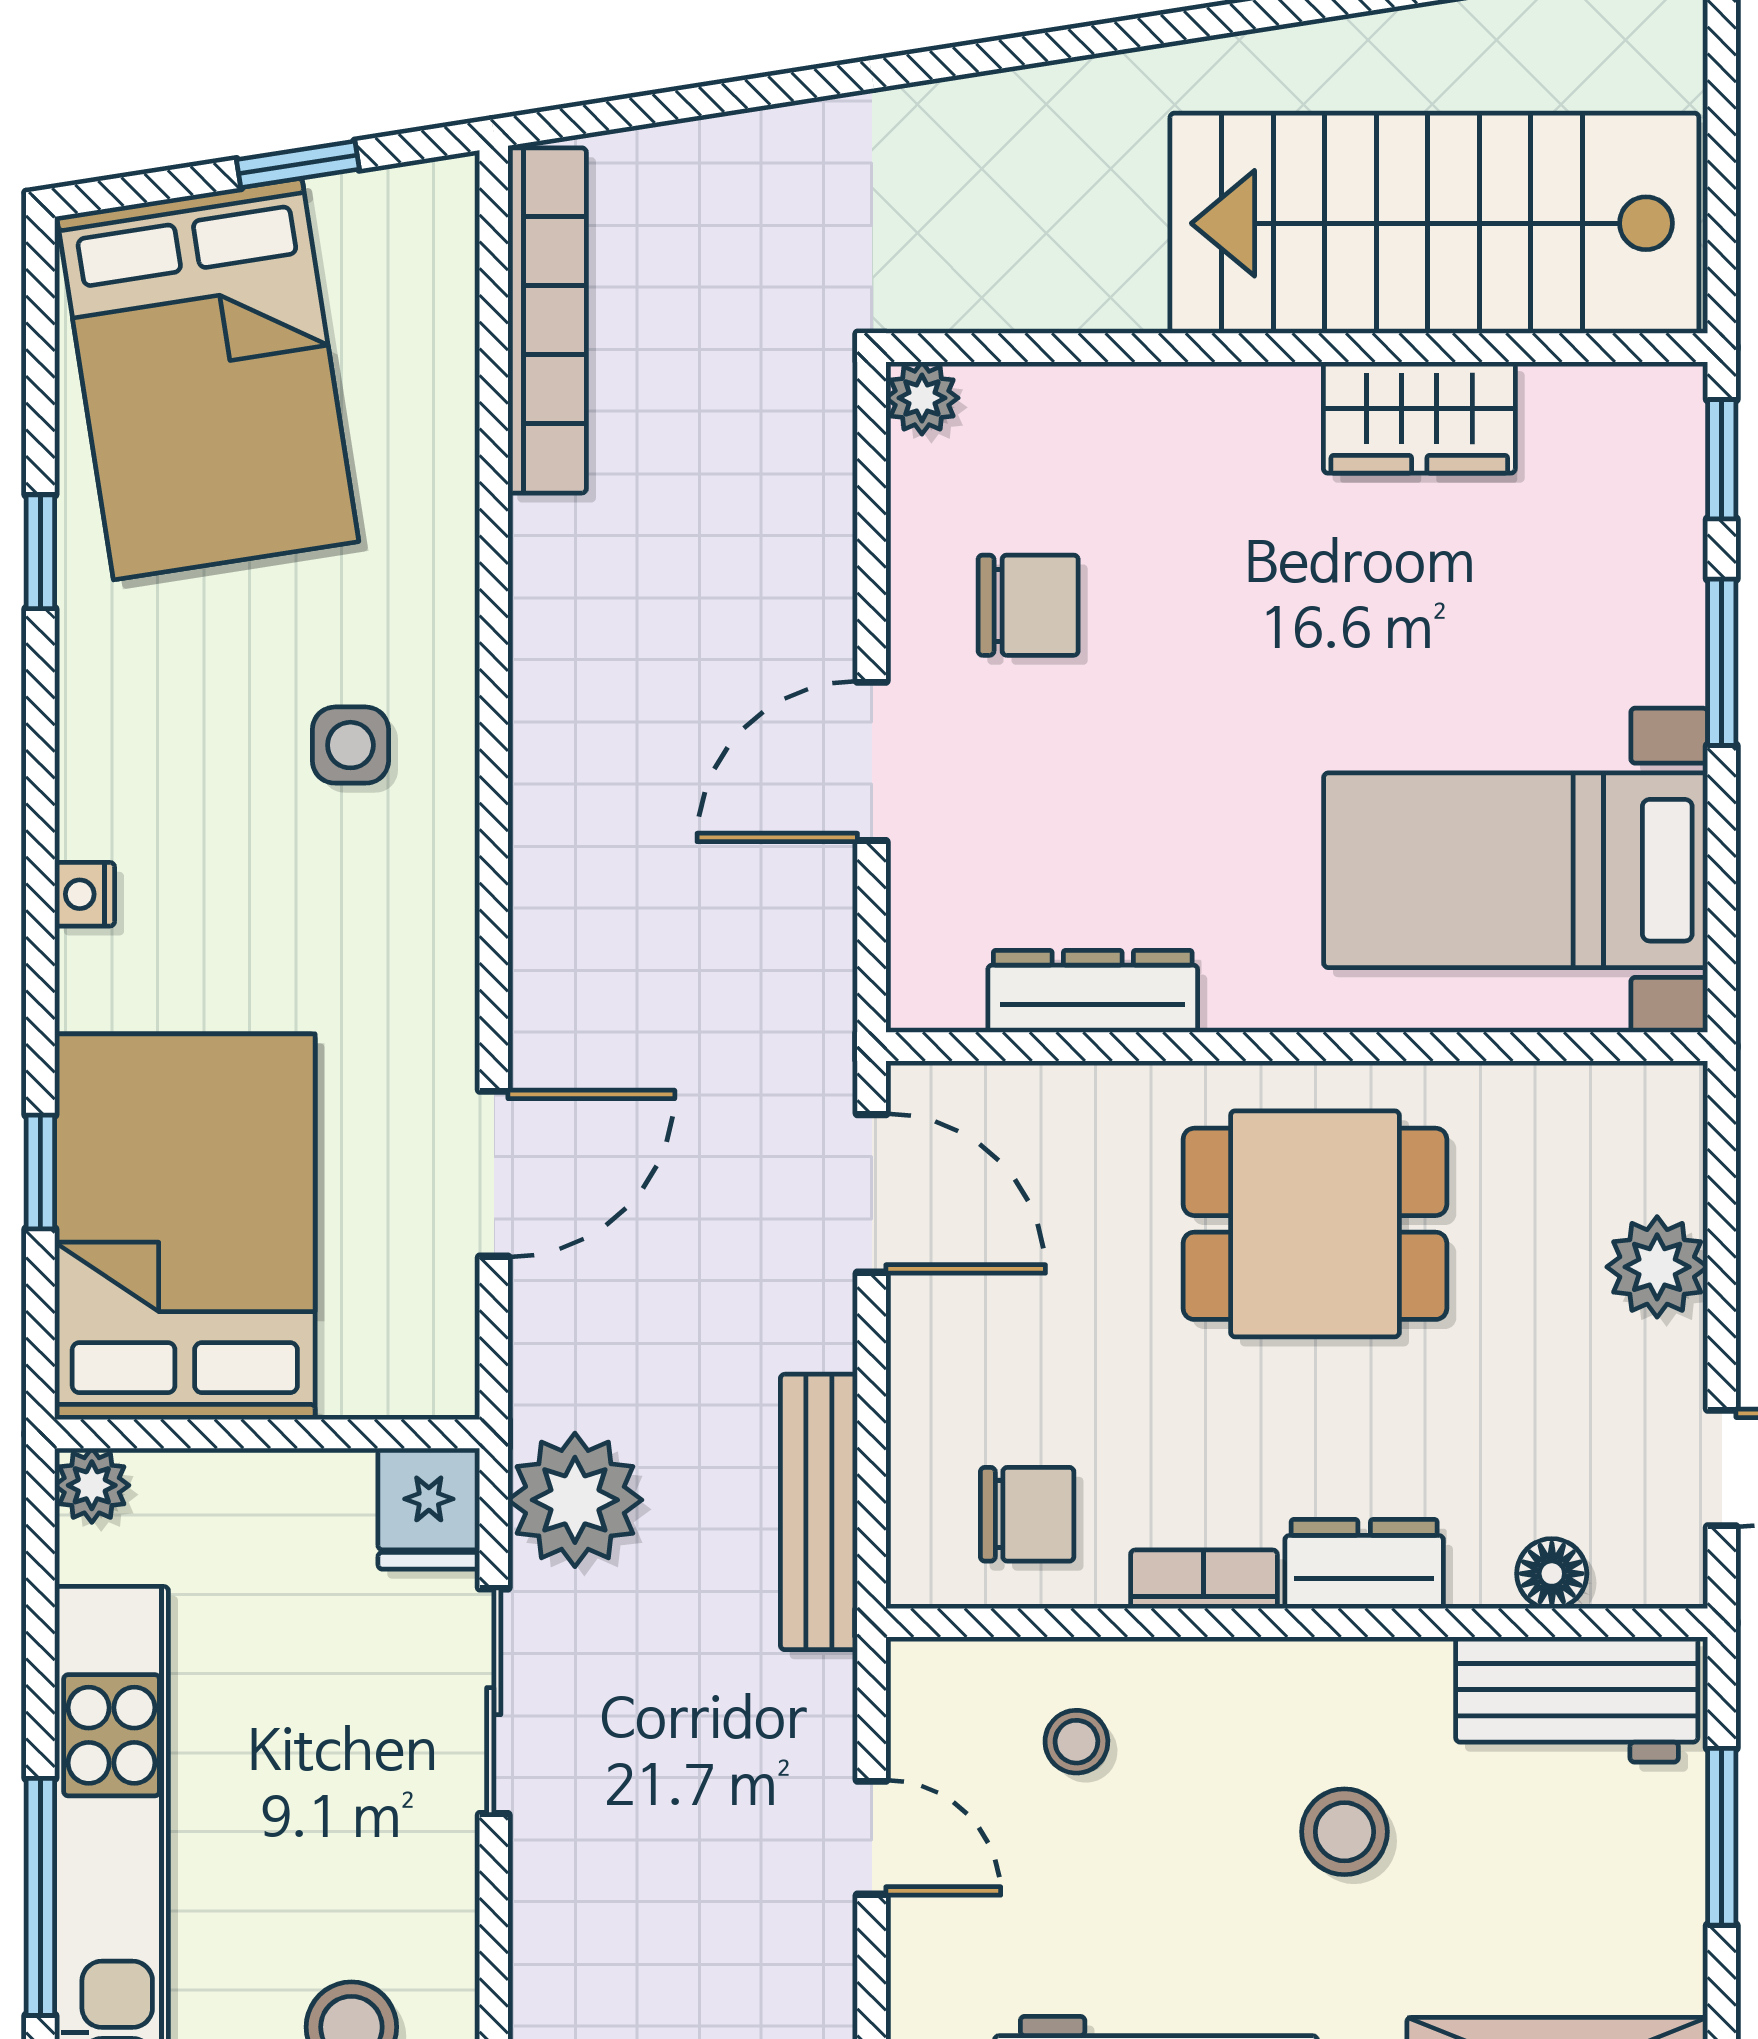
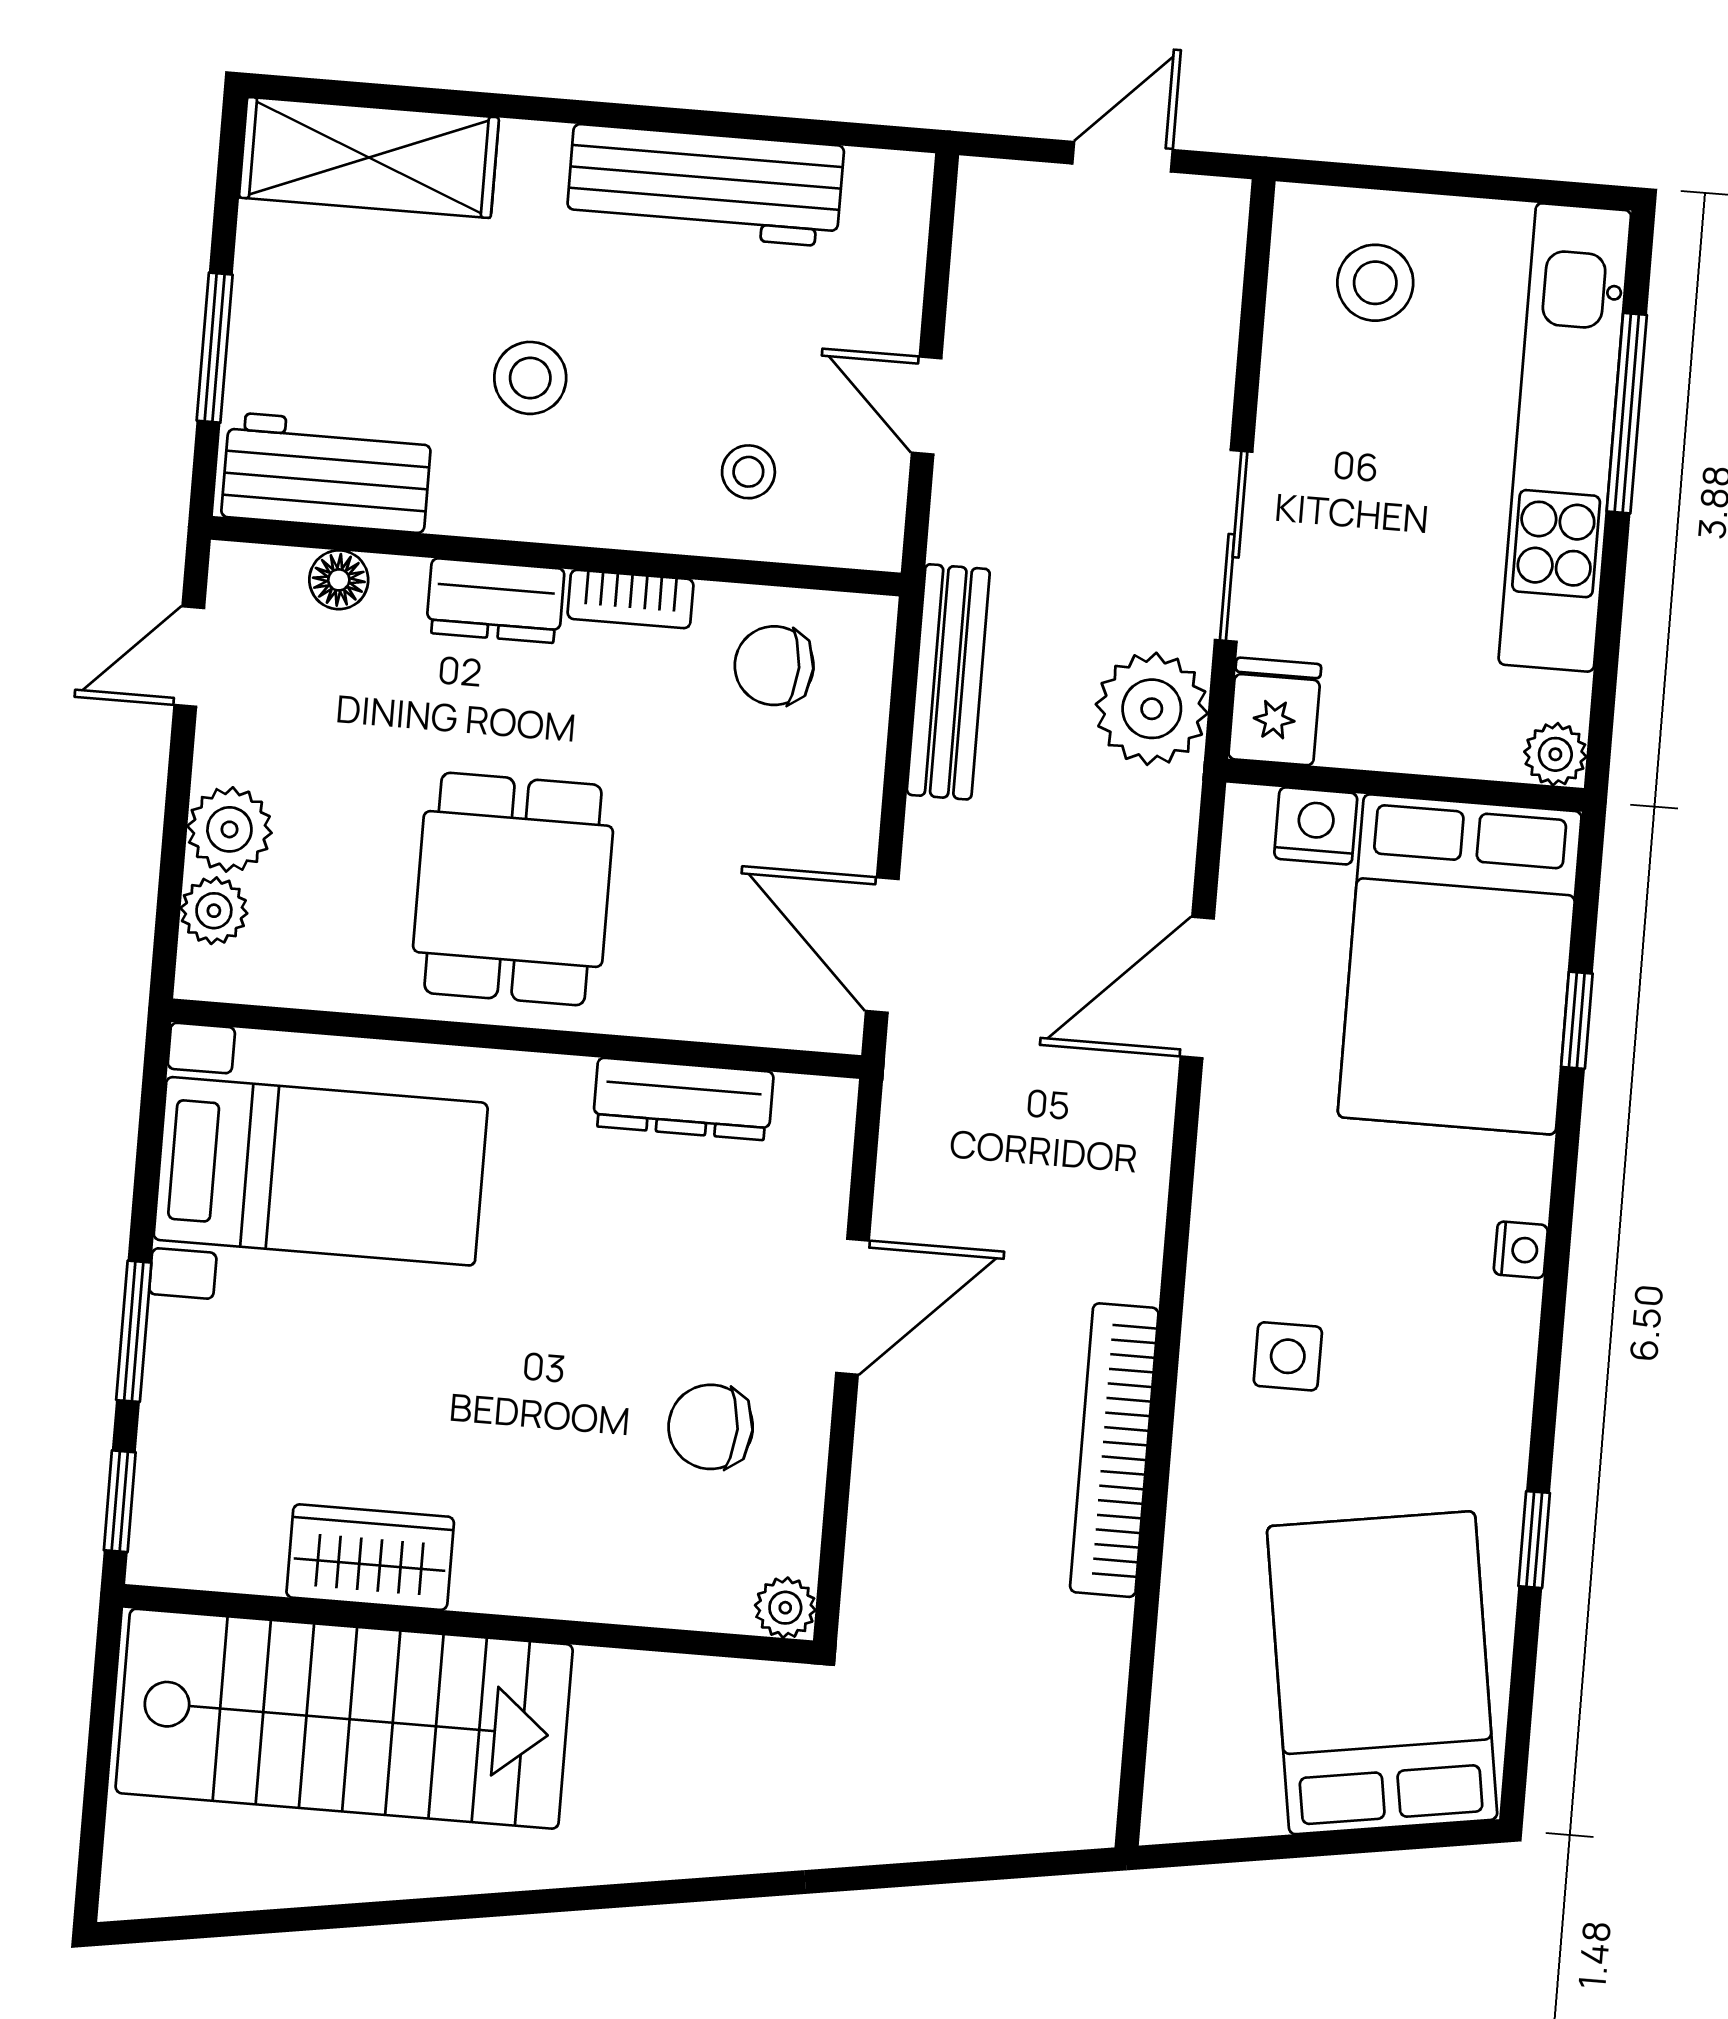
window: (298, 164) -> (1292, 1846), removed
bookcase: (547, 320) -> (1114, 1450), moved
plant: (1668, 1169) -> (214, 911), added
dining table: (1315, 1224) -> (513, 889), turned 90
nightstand: (369, 1377) -> (1316, 826), added

